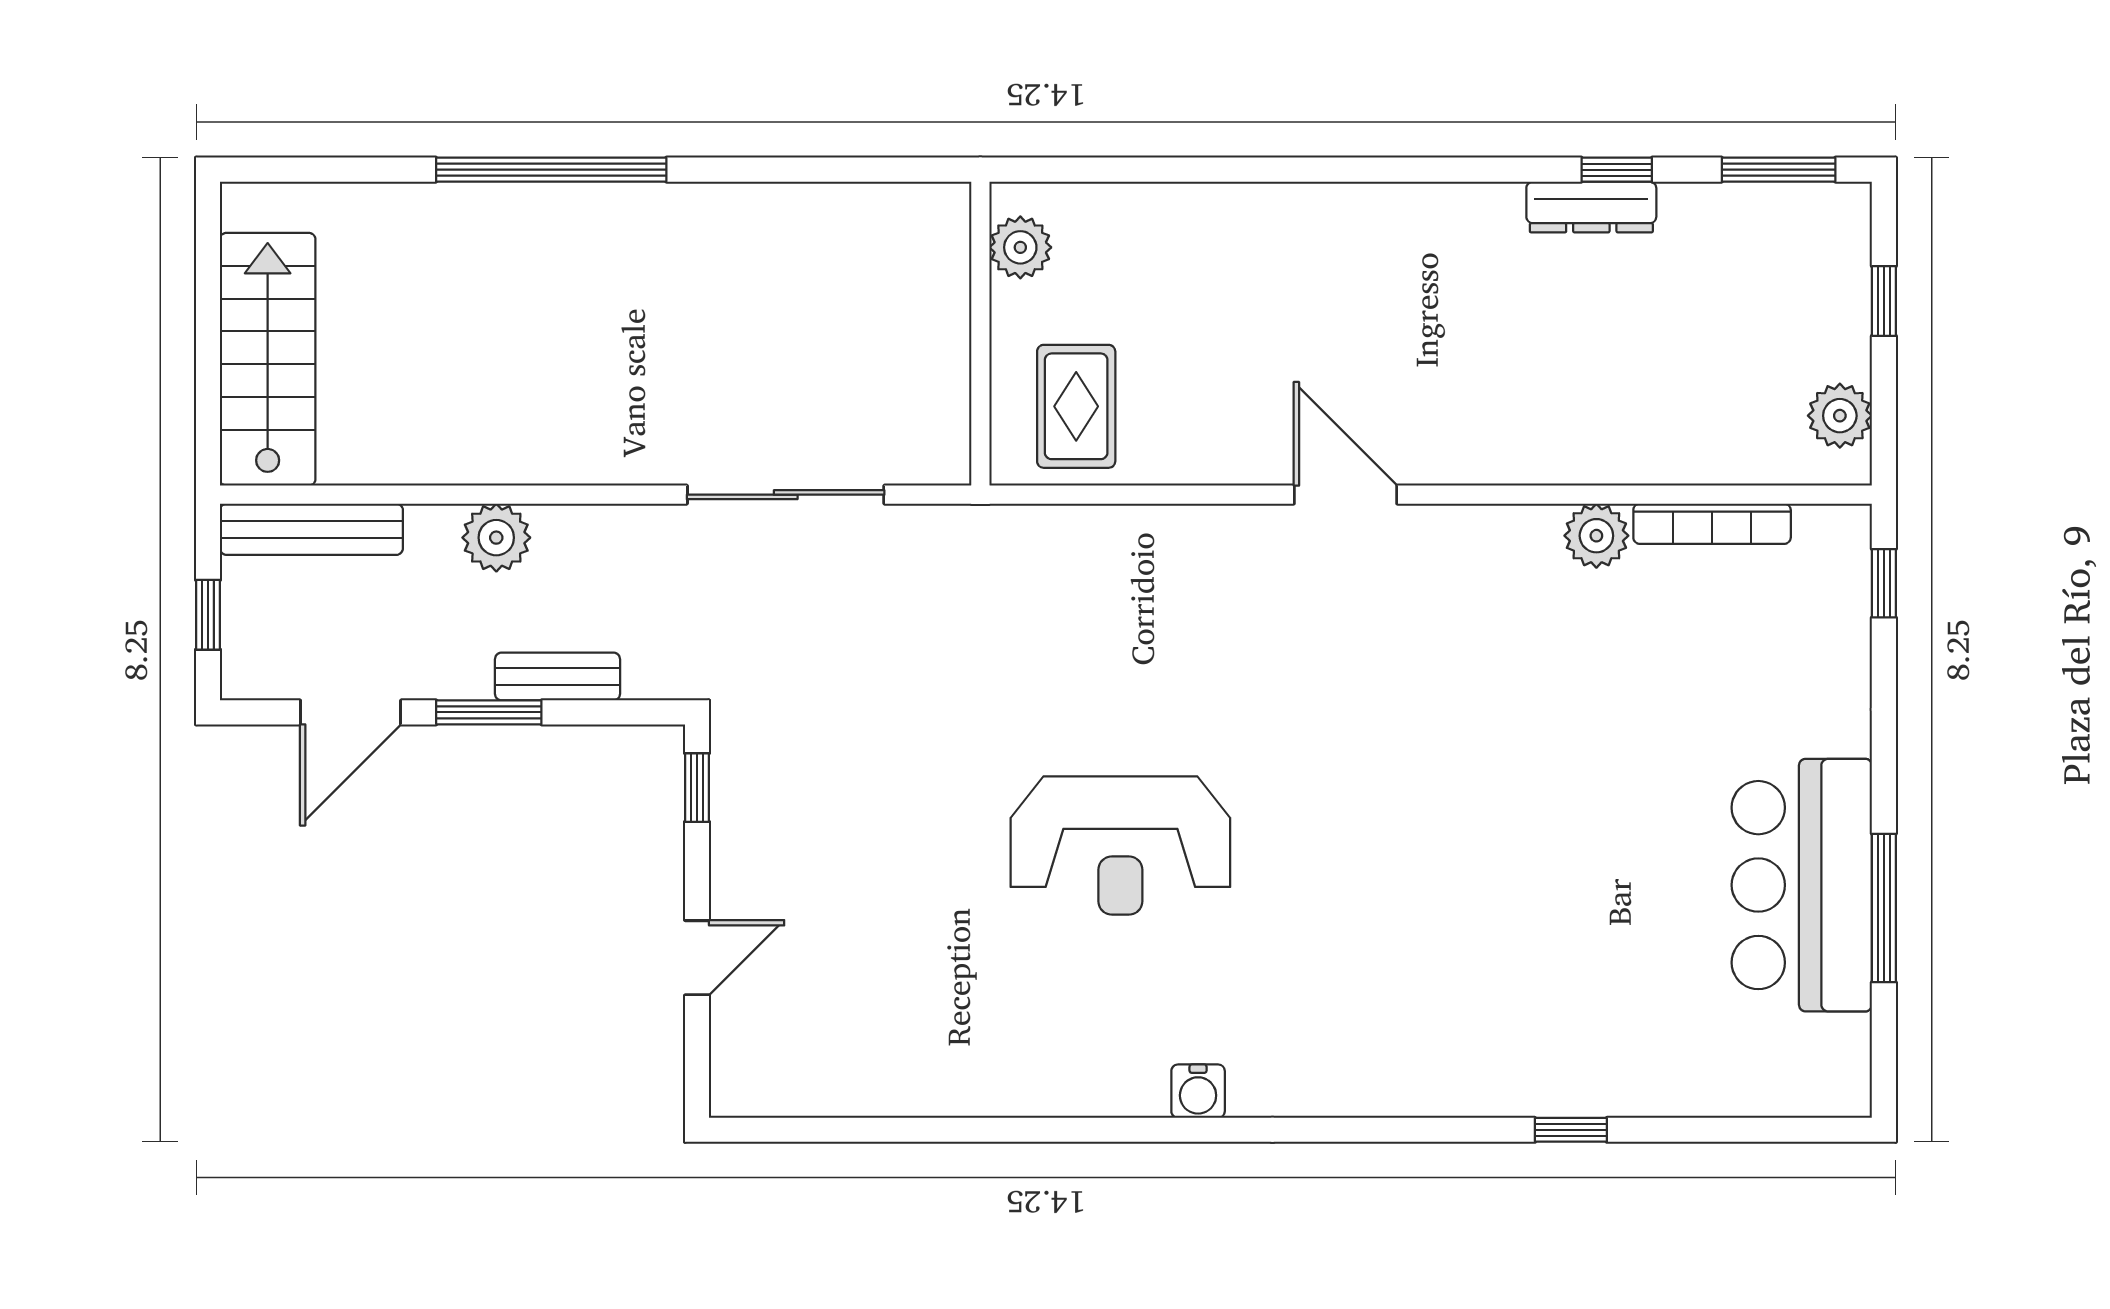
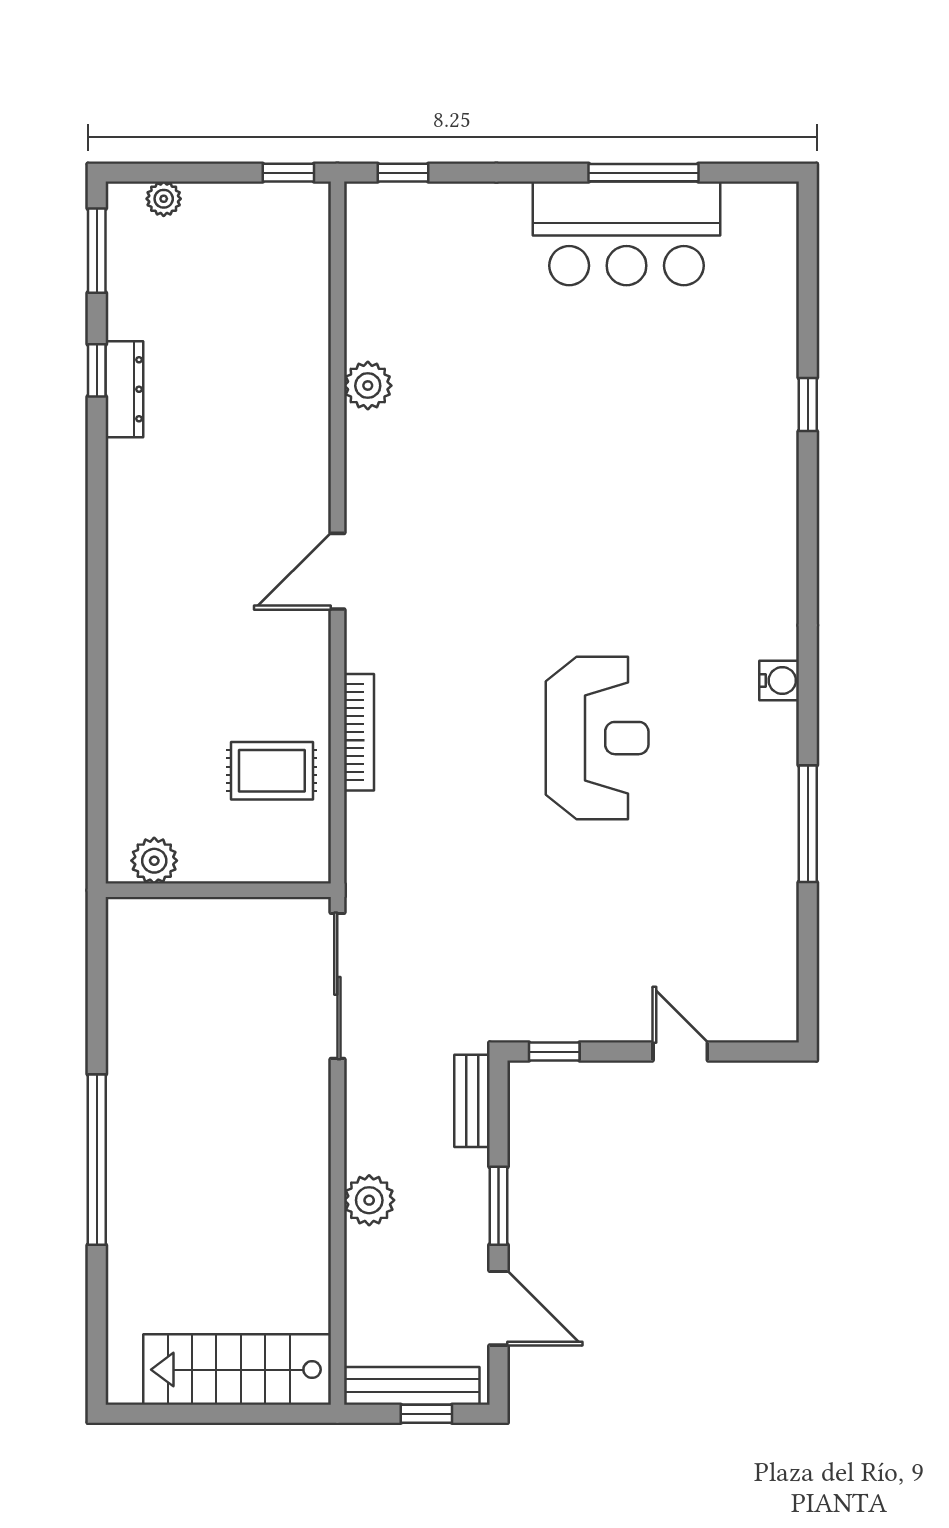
plant: (1020, 247) -> (154, 861), moved
window: (1884, 301) -> (288, 173), moved
wall: (980, 334) -> (218, 890), moved
plant: (1840, 416) -> (164, 199), moved, width x0.73, depth x0.73
bookcase: (1712, 524) -> (359, 732), moved
bench: (311, 529) -> (412, 1386), moved, turned 90
bench: (557, 677) -> (472, 1101), moved
window: (1005, 1130) -> (808, 824), added

